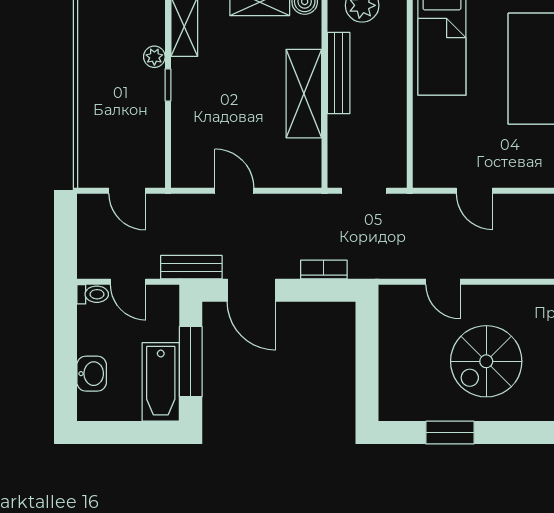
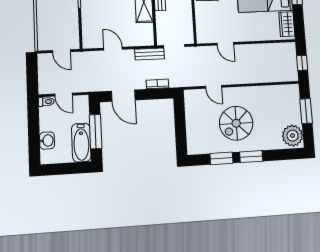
bench: (191, 267) -> (150, 54), moved
window: (513, 433) -> (251, 157), added

